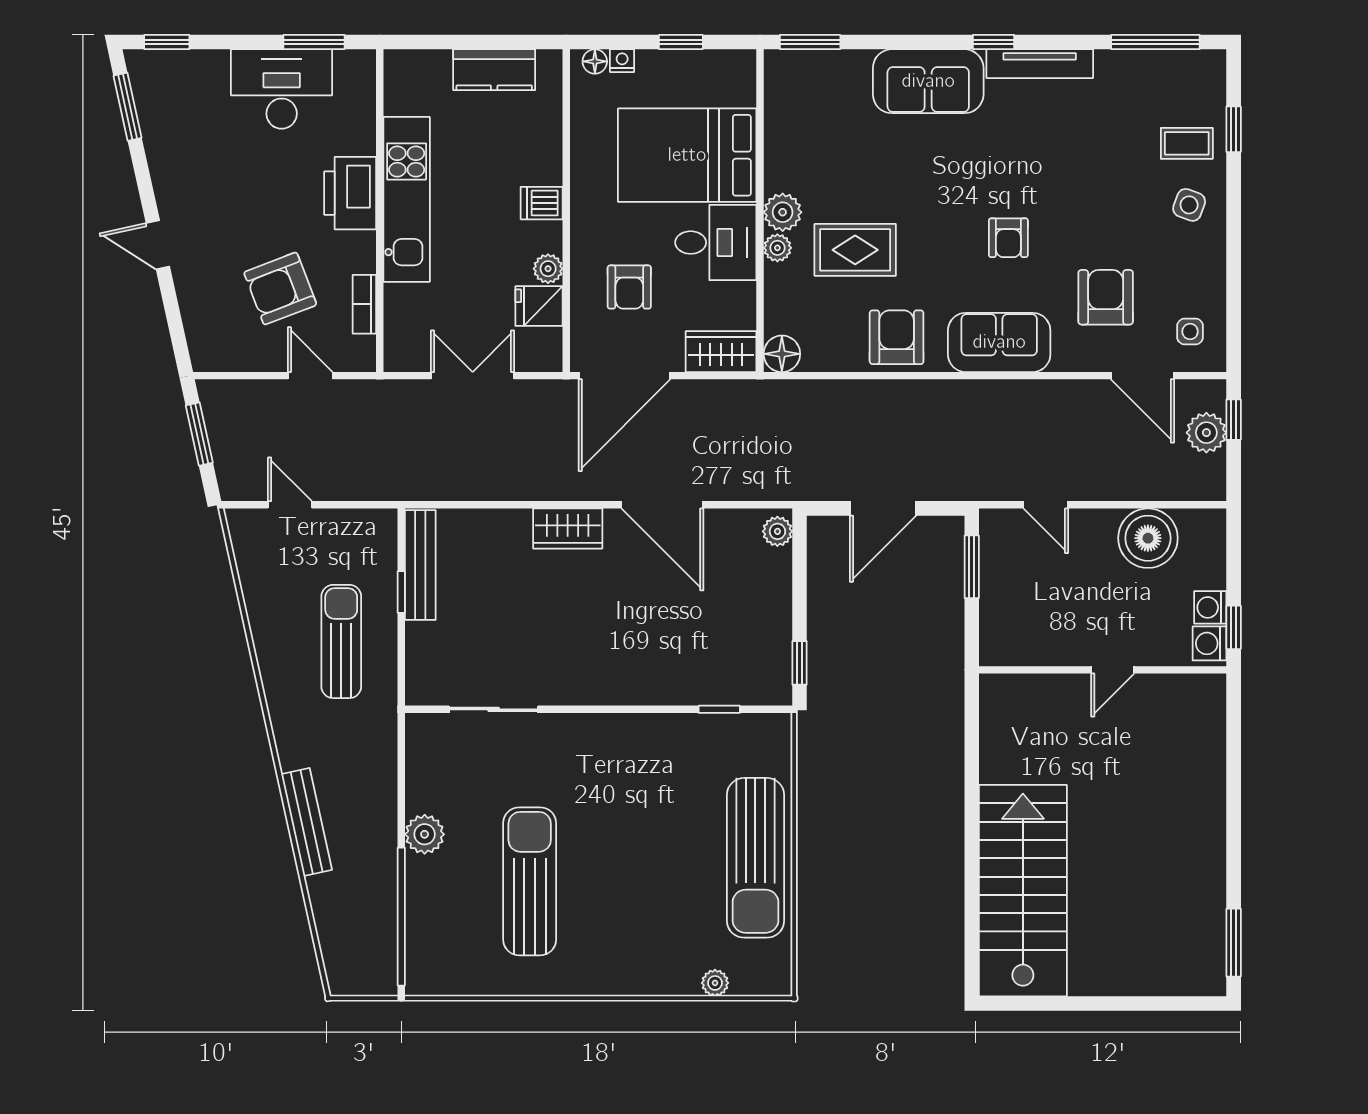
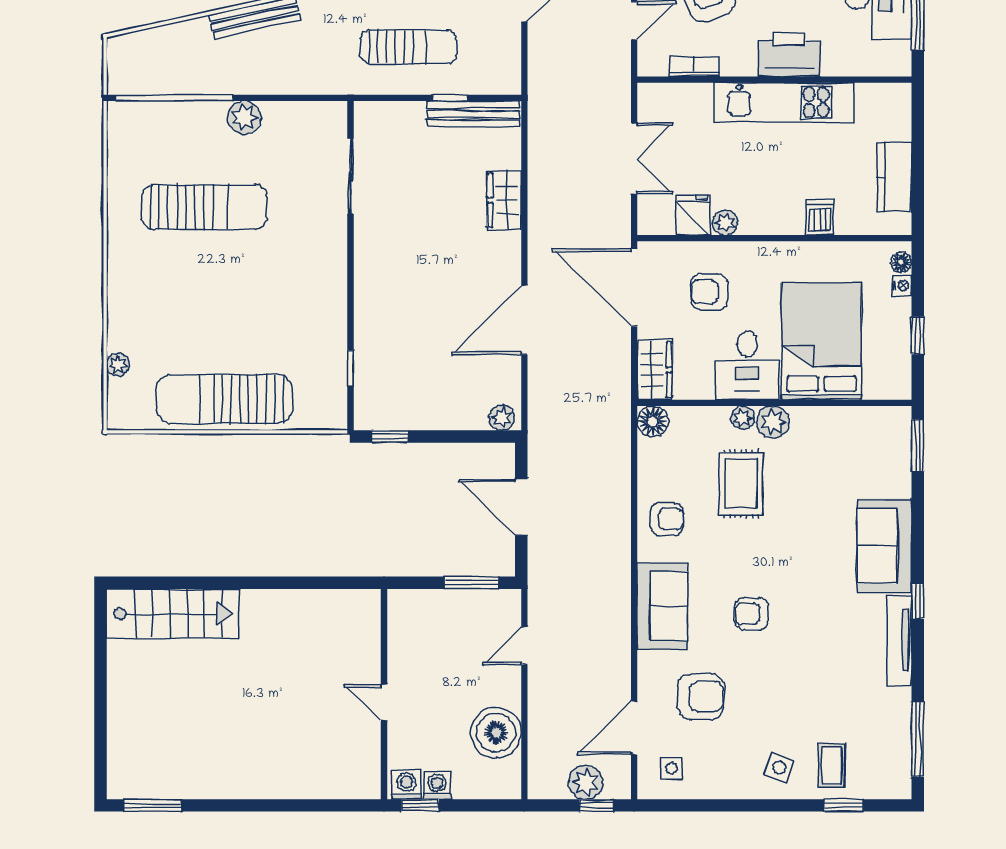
dishwasher: (542, 203) -> (820, 217), moved
armchair: (897, 337) -> (667, 519), width x0.72, depth x0.72
wardrobe: (568, 528) -> (504, 200), moved
stairs: (1023, 891) -> (172, 614), width x0.73, depth x0.66

